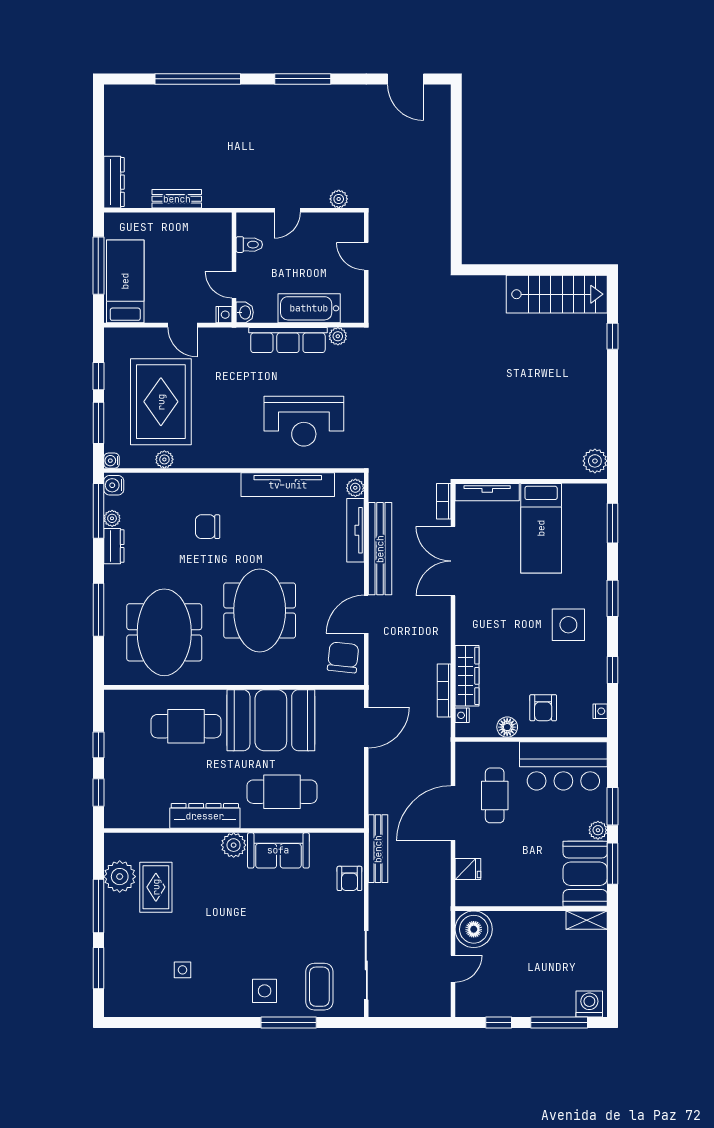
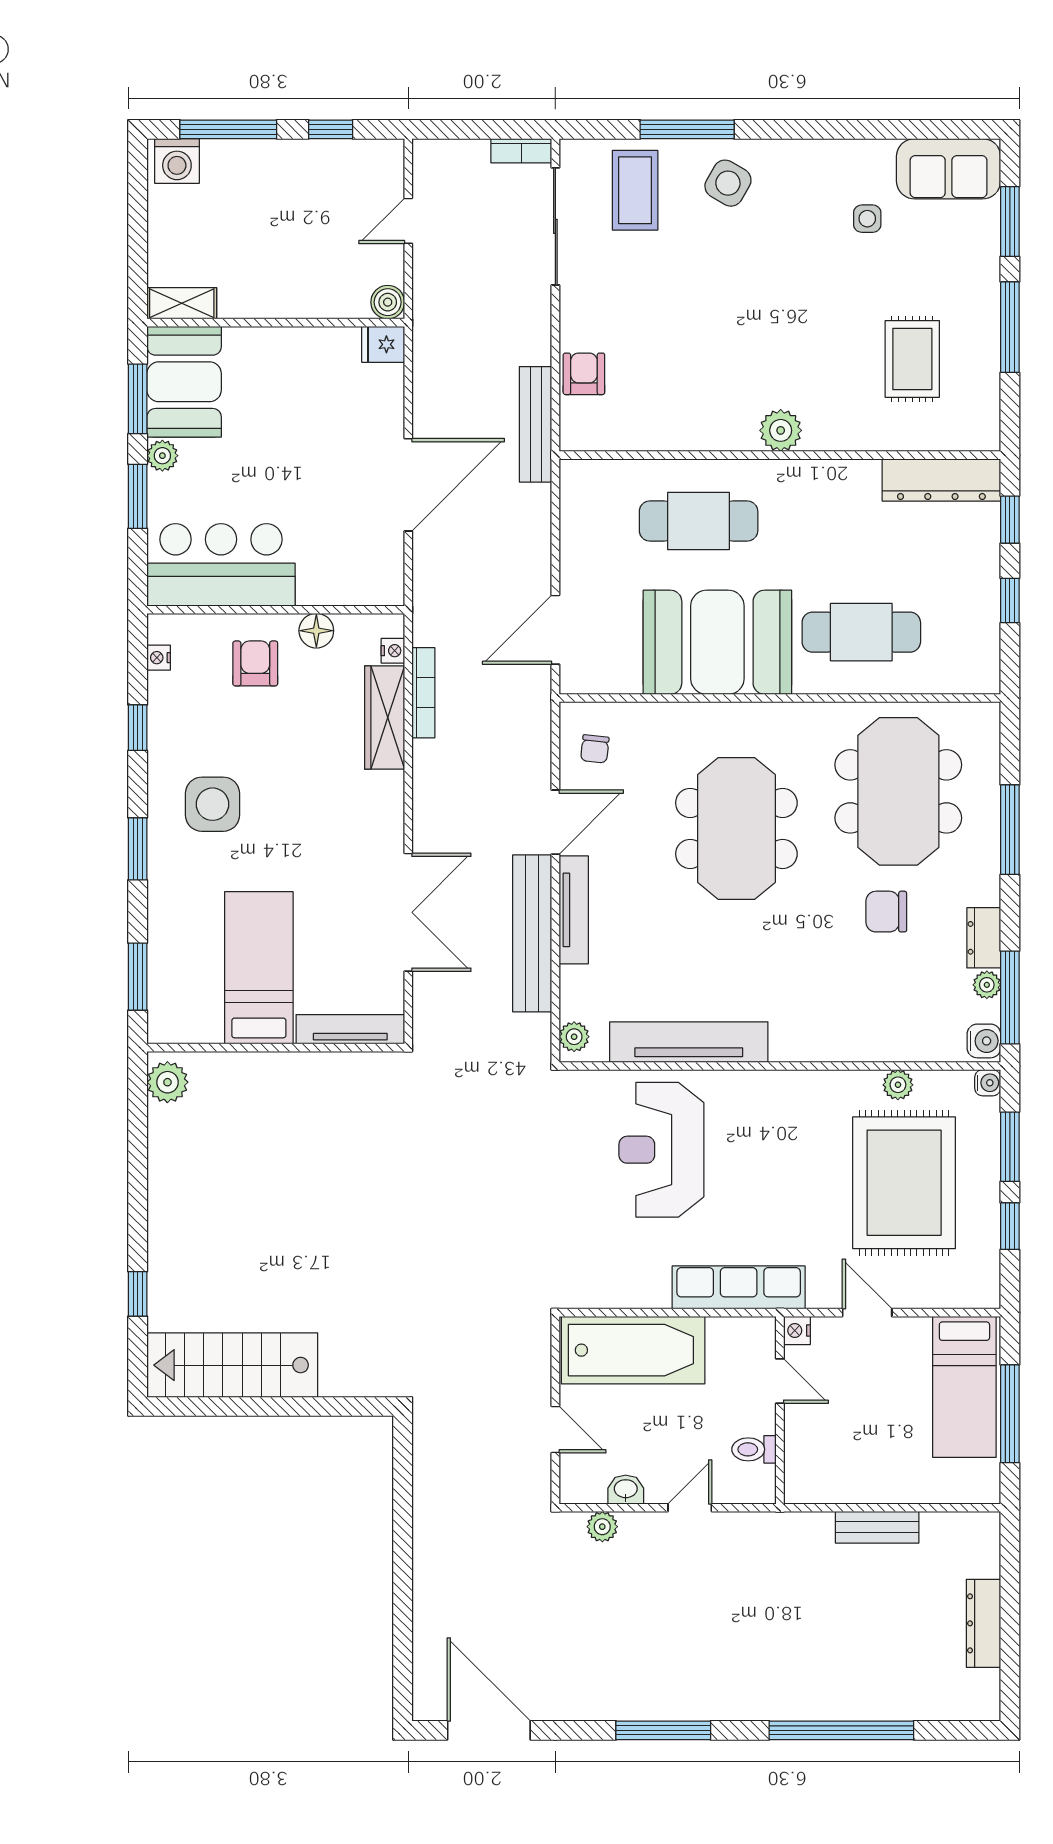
door: (406, 79) -> (489, 1730), width x1.36
dresser: (114, 182) -> (983, 1623), moved
bathtub: (309, 308) -> (633, 1350), width x1.36, depth x1.36
washbasin: (245, 312) -> (626, 1490), moved, turned 90
plant: (338, 336) -> (604, 1294), removed
row of seats: (288, 340) -> (739, 1287), moved
reception desk: (304, 421) -> (661, 1150), turned -90
bookcase: (444, 501) -> (521, 151), moved, turned 90
chair: (208, 527) -> (886, 912), moved, turned 180
tv unit: (356, 530) -> (574, 910), moved
chair: (343, 657) -> (595, 749), width x0.54, depth x0.54
cafe table: (495, 795) -> (337, 515), removed
dresser: (205, 816) -> (941, 480), moved
sofa: (278, 850) -> (949, 169), moved, turned 180
fridge: (468, 869) -> (383, 344), moved
plant: (120, 877) -> (974, 377), removed
boiler: (474, 929) -> (388, 302), width x0.54, depth x0.54
side table: (265, 991) -> (728, 183), turned 30

